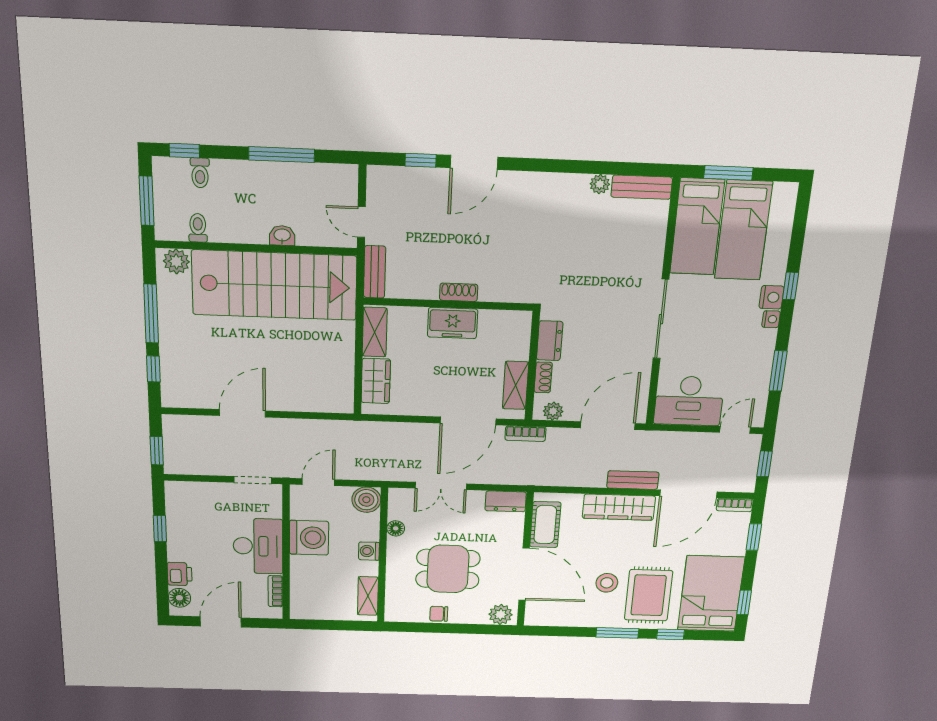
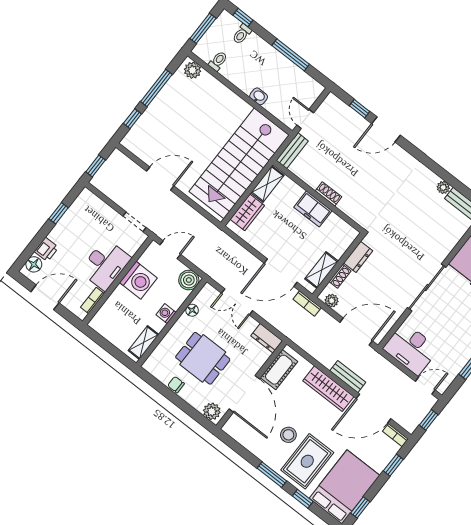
stairs: (274, 285) -> (239, 163), moved, turned 90

